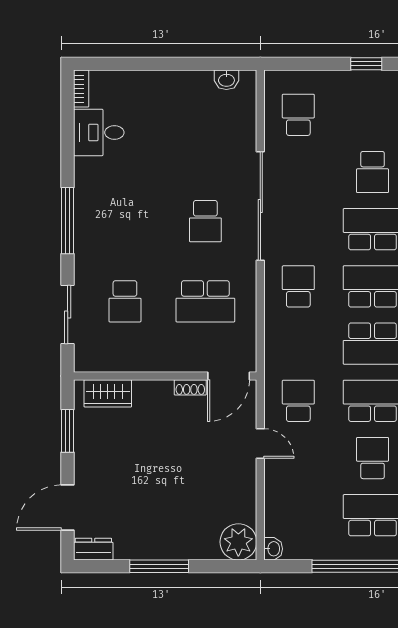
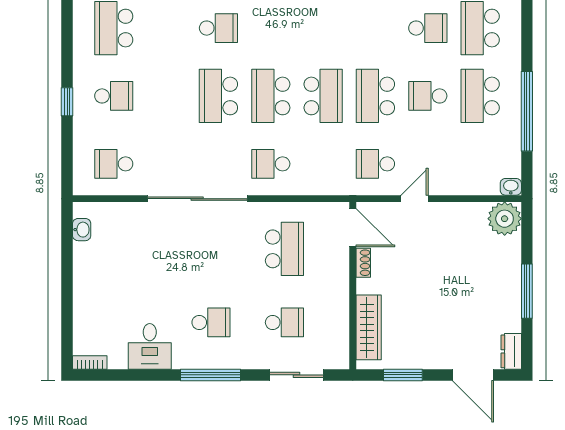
desk: (99, 132) -> (150, 346), moved
school desk: (373, 172) -> (114, 96), moved
school desk: (205, 221) -> (211, 322), moved
wardrobe: (108, 393) -> (369, 327), width x1.50

